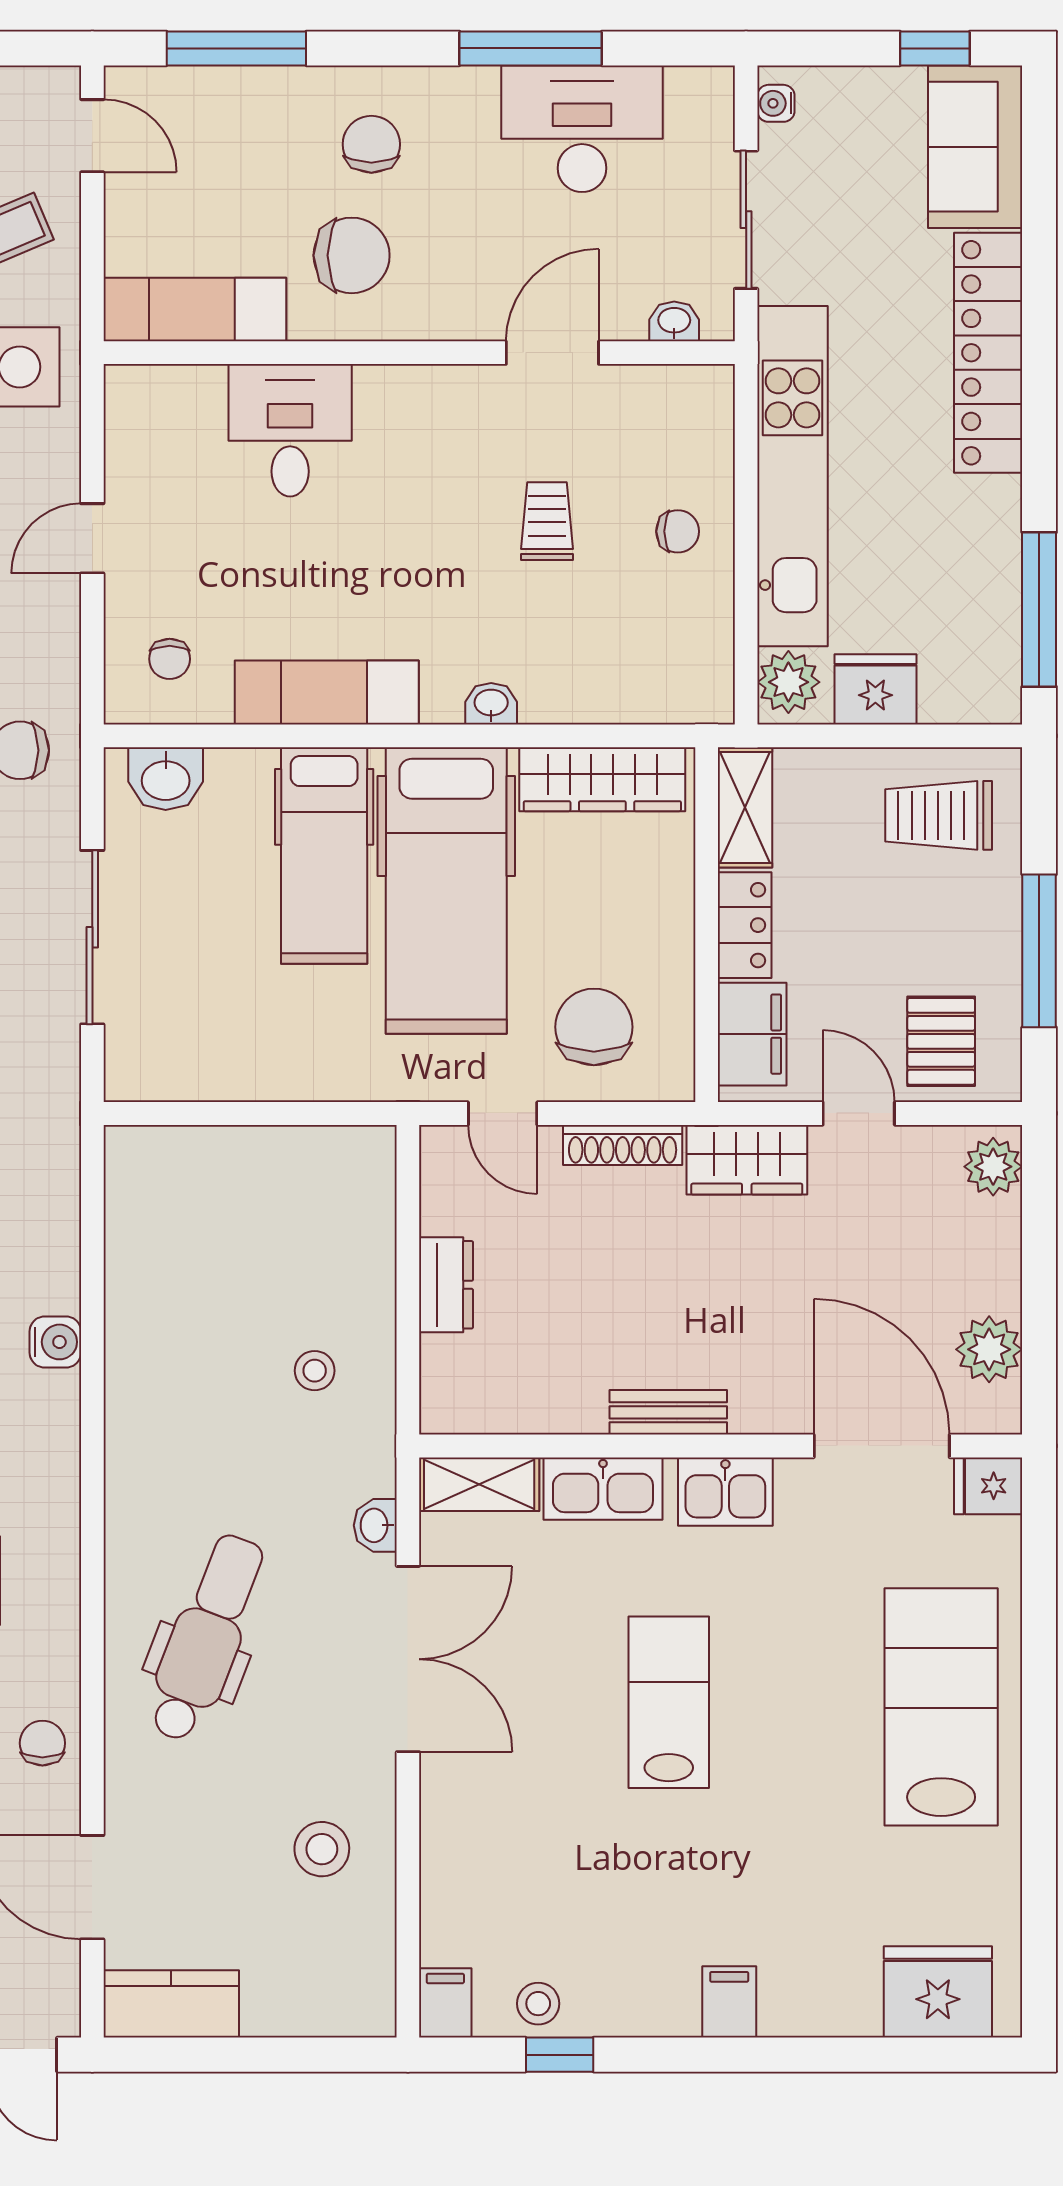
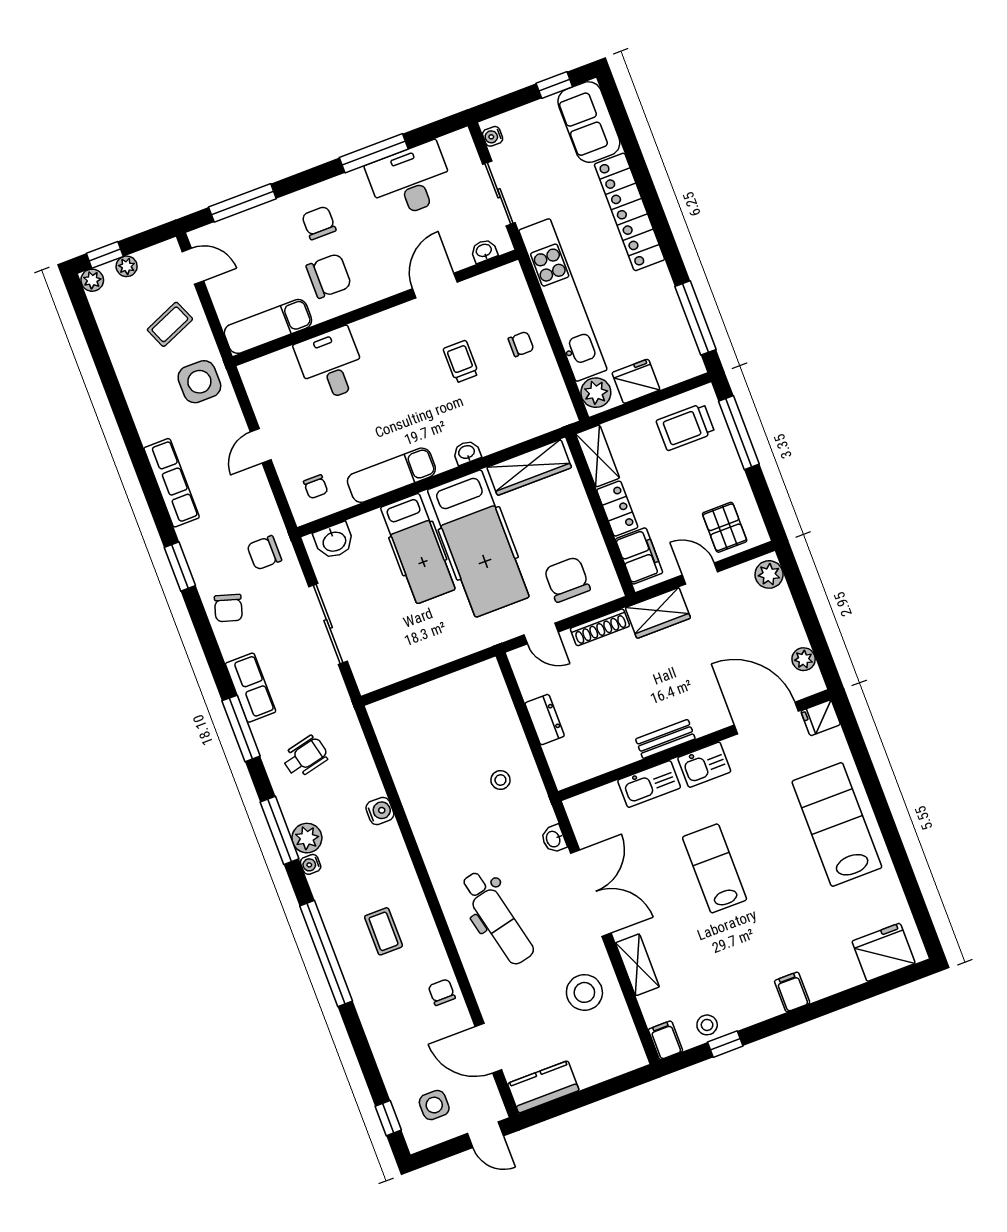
window: (1039, 951) -> (739, 433), moved
plant: (989, 1349) -> (804, 659), width x0.73, depth x0.73
shelving: (479, 1484) -> (637, 965), moved, turned 90
dental chair: (206, 1638) -> (497, 918), turned 146
stool: (322, 1849) -> (584, 992), width x1.38, depth x1.38

